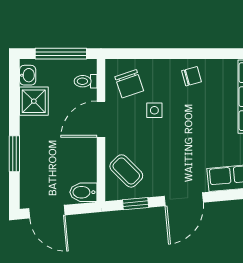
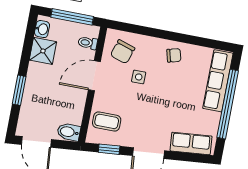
chair: (129, 84) -> (123, 52), turned 37
coffee table: (126, 171) -> (107, 121), turned -45

